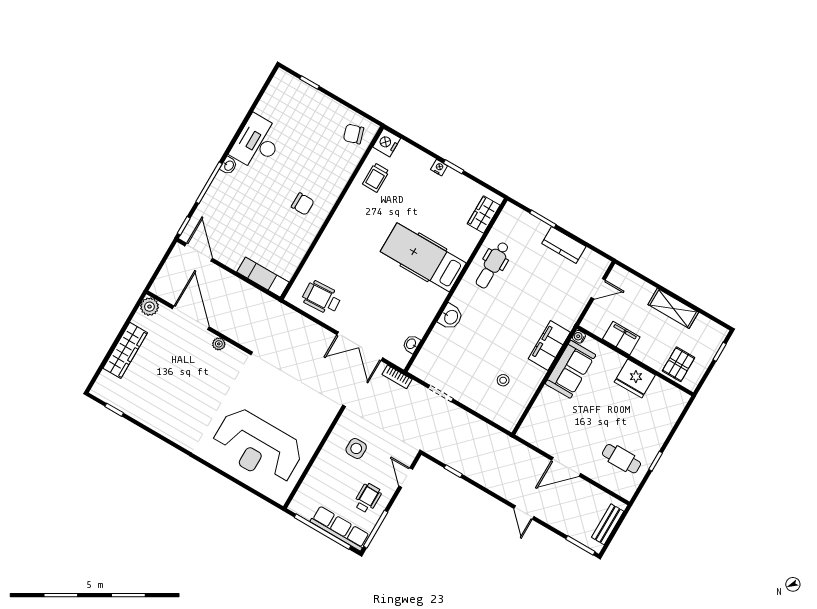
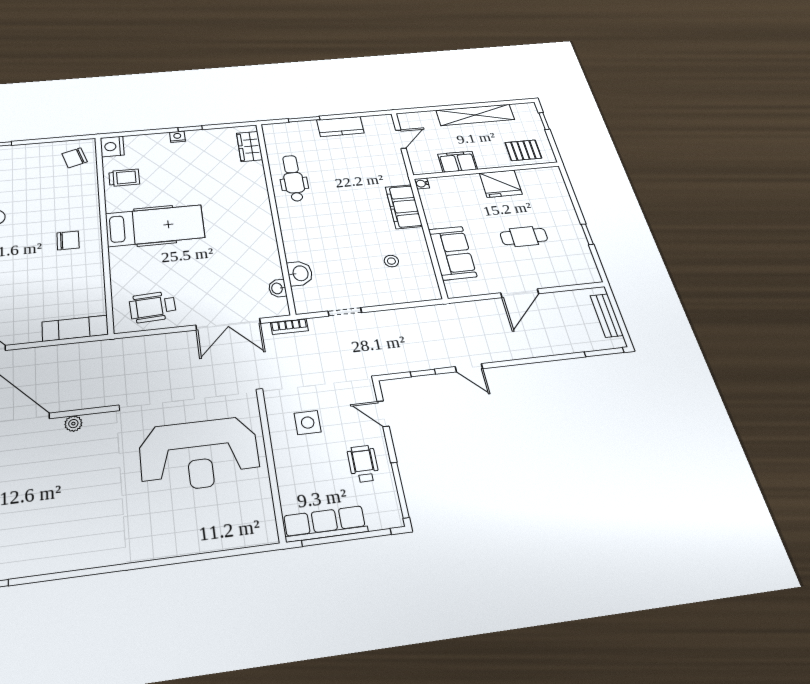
trolley: (376, 178) -> (124, 178), turned -90
hospital bed: (423, 257) -> (155, 226), moved, turned 180
dental chair: (492, 265) -> (293, 178), turned 180
shelving: (673, 308) -> (475, 115), width x1.47
washbasin: (451, 317) -> (300, 273), moved
pallet: (679, 364) -> (523, 150), turned 90
sofa: (570, 369) -> (452, 253), moved
reception desk: (258, 447) -> (199, 454), moved
cafe table: (621, 459) -> (524, 237), moved
door: (524, 512) -> (469, 368), moved
row of seats: (340, 528) -> (325, 524), moved

